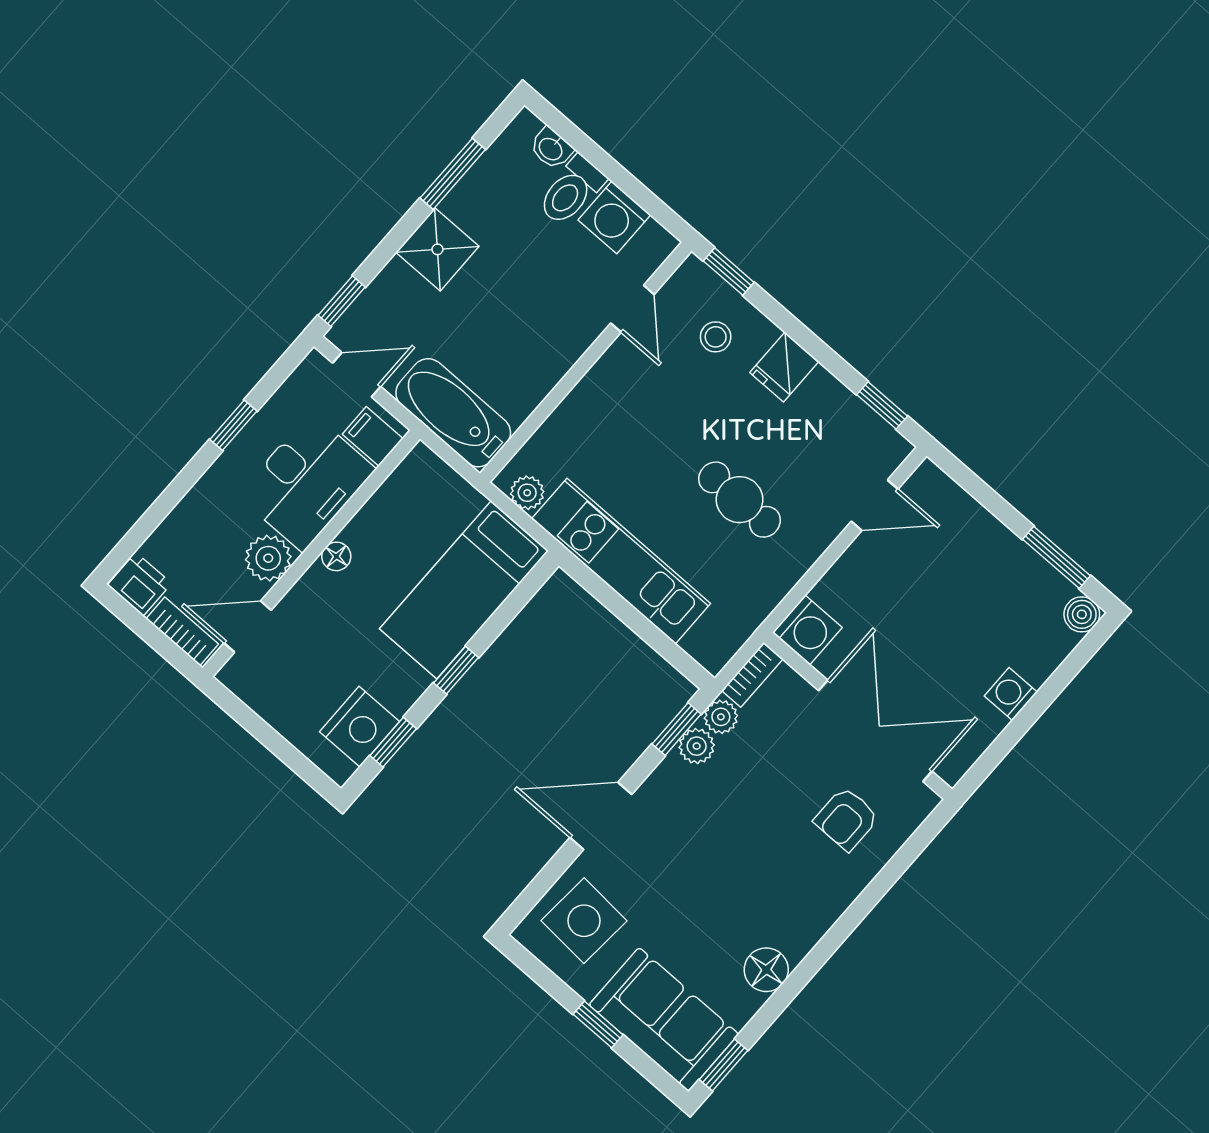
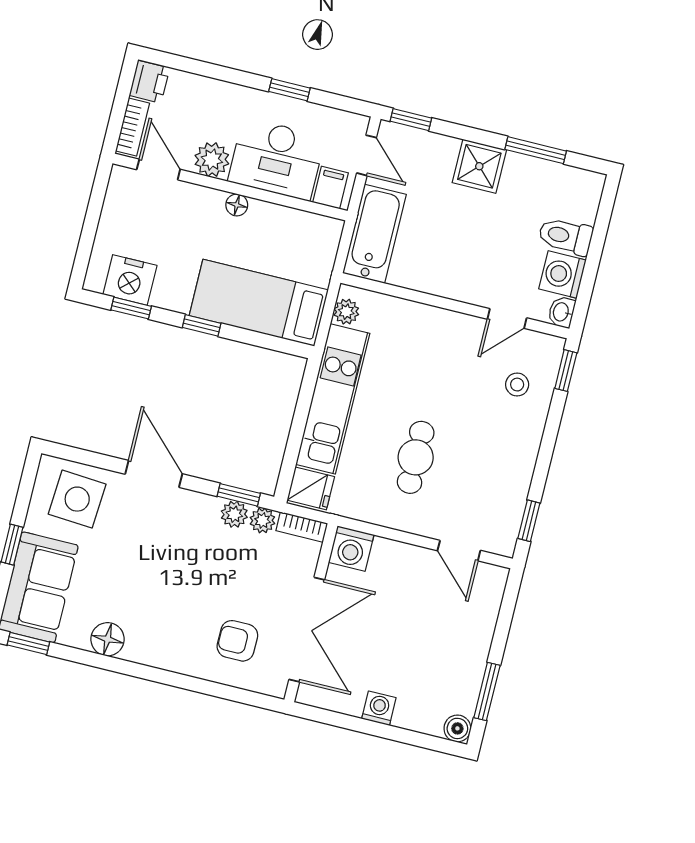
washbasin: (551, 148) -> (561, 312), moved
fridge: (784, 367) -> (311, 488), moved, turned 180

